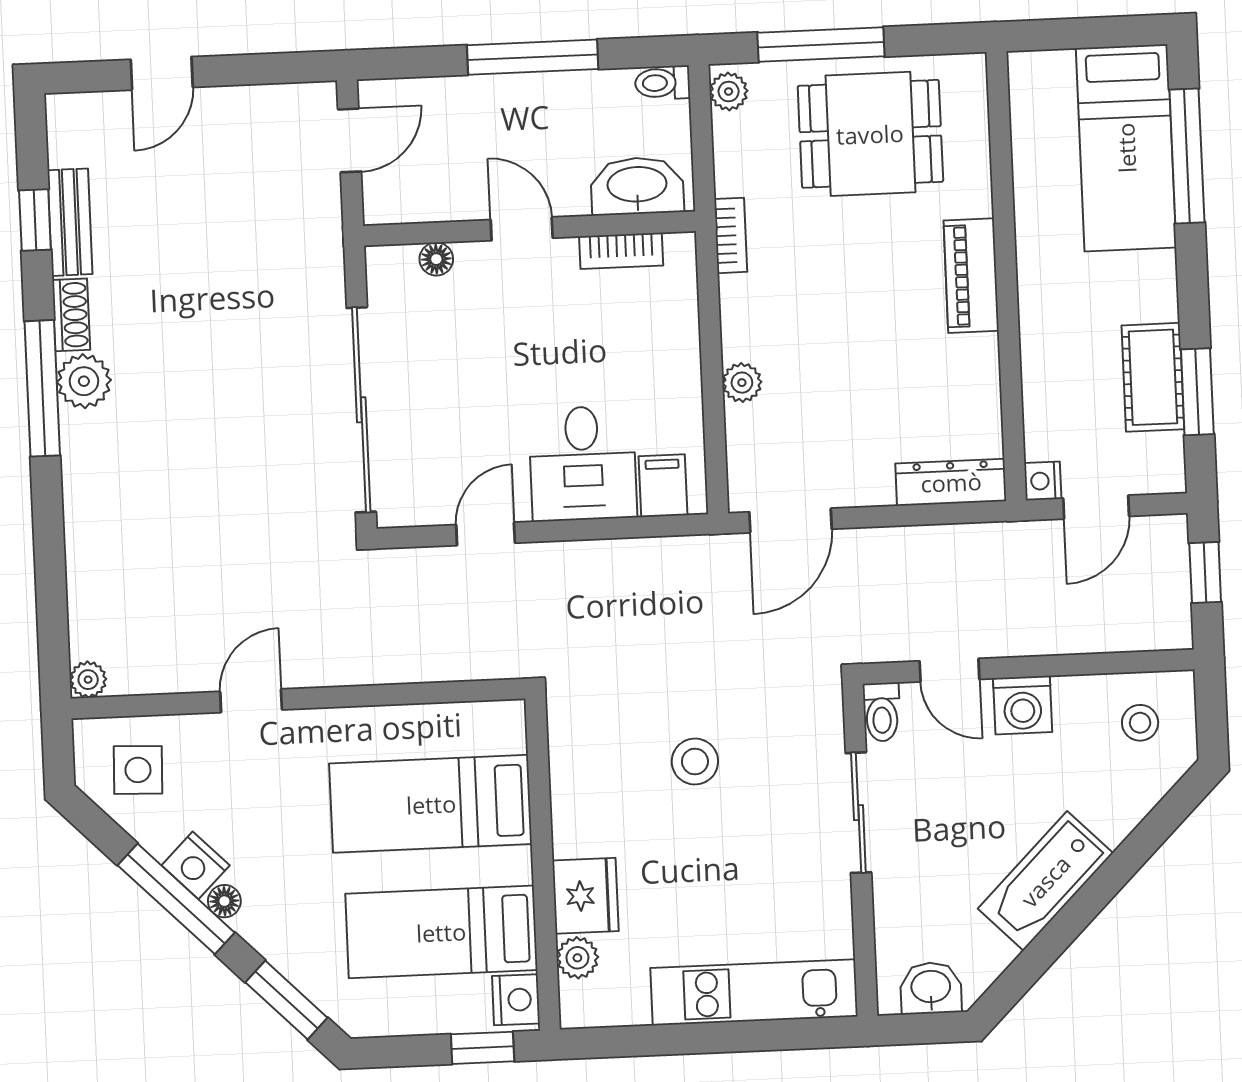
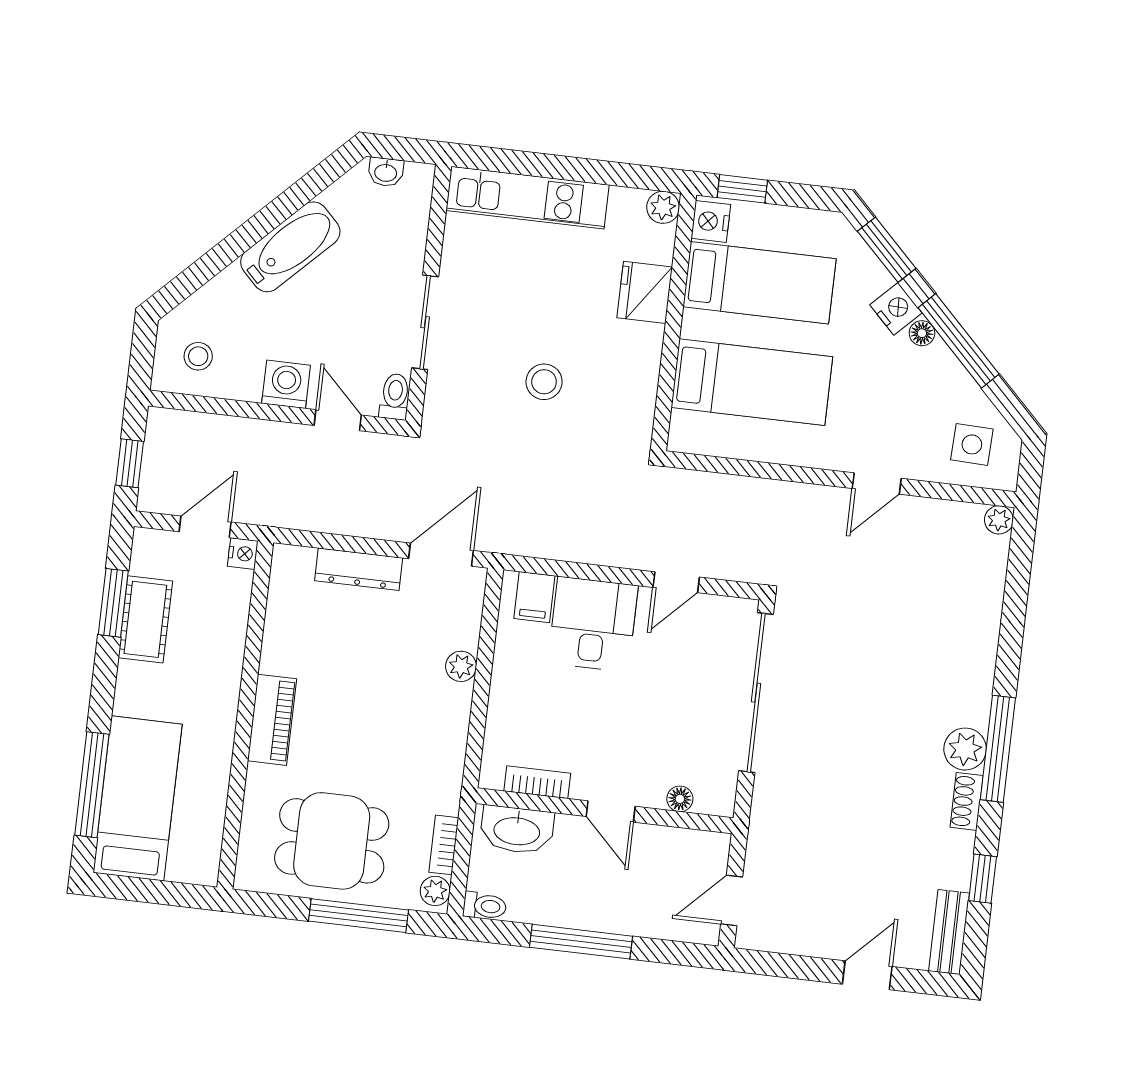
bench: (70, 222) -> (949, 932), moved
bookcase: (731, 235) -> (444, 845), moved
dresser: (951, 482) -> (359, 569), moved
nightstand: (196, 865) -> (896, 309), moved
plant: (577, 958) -> (663, 207), moved
washbasin: (931, 988) -> (386, 172), width x0.72, depth x0.69

